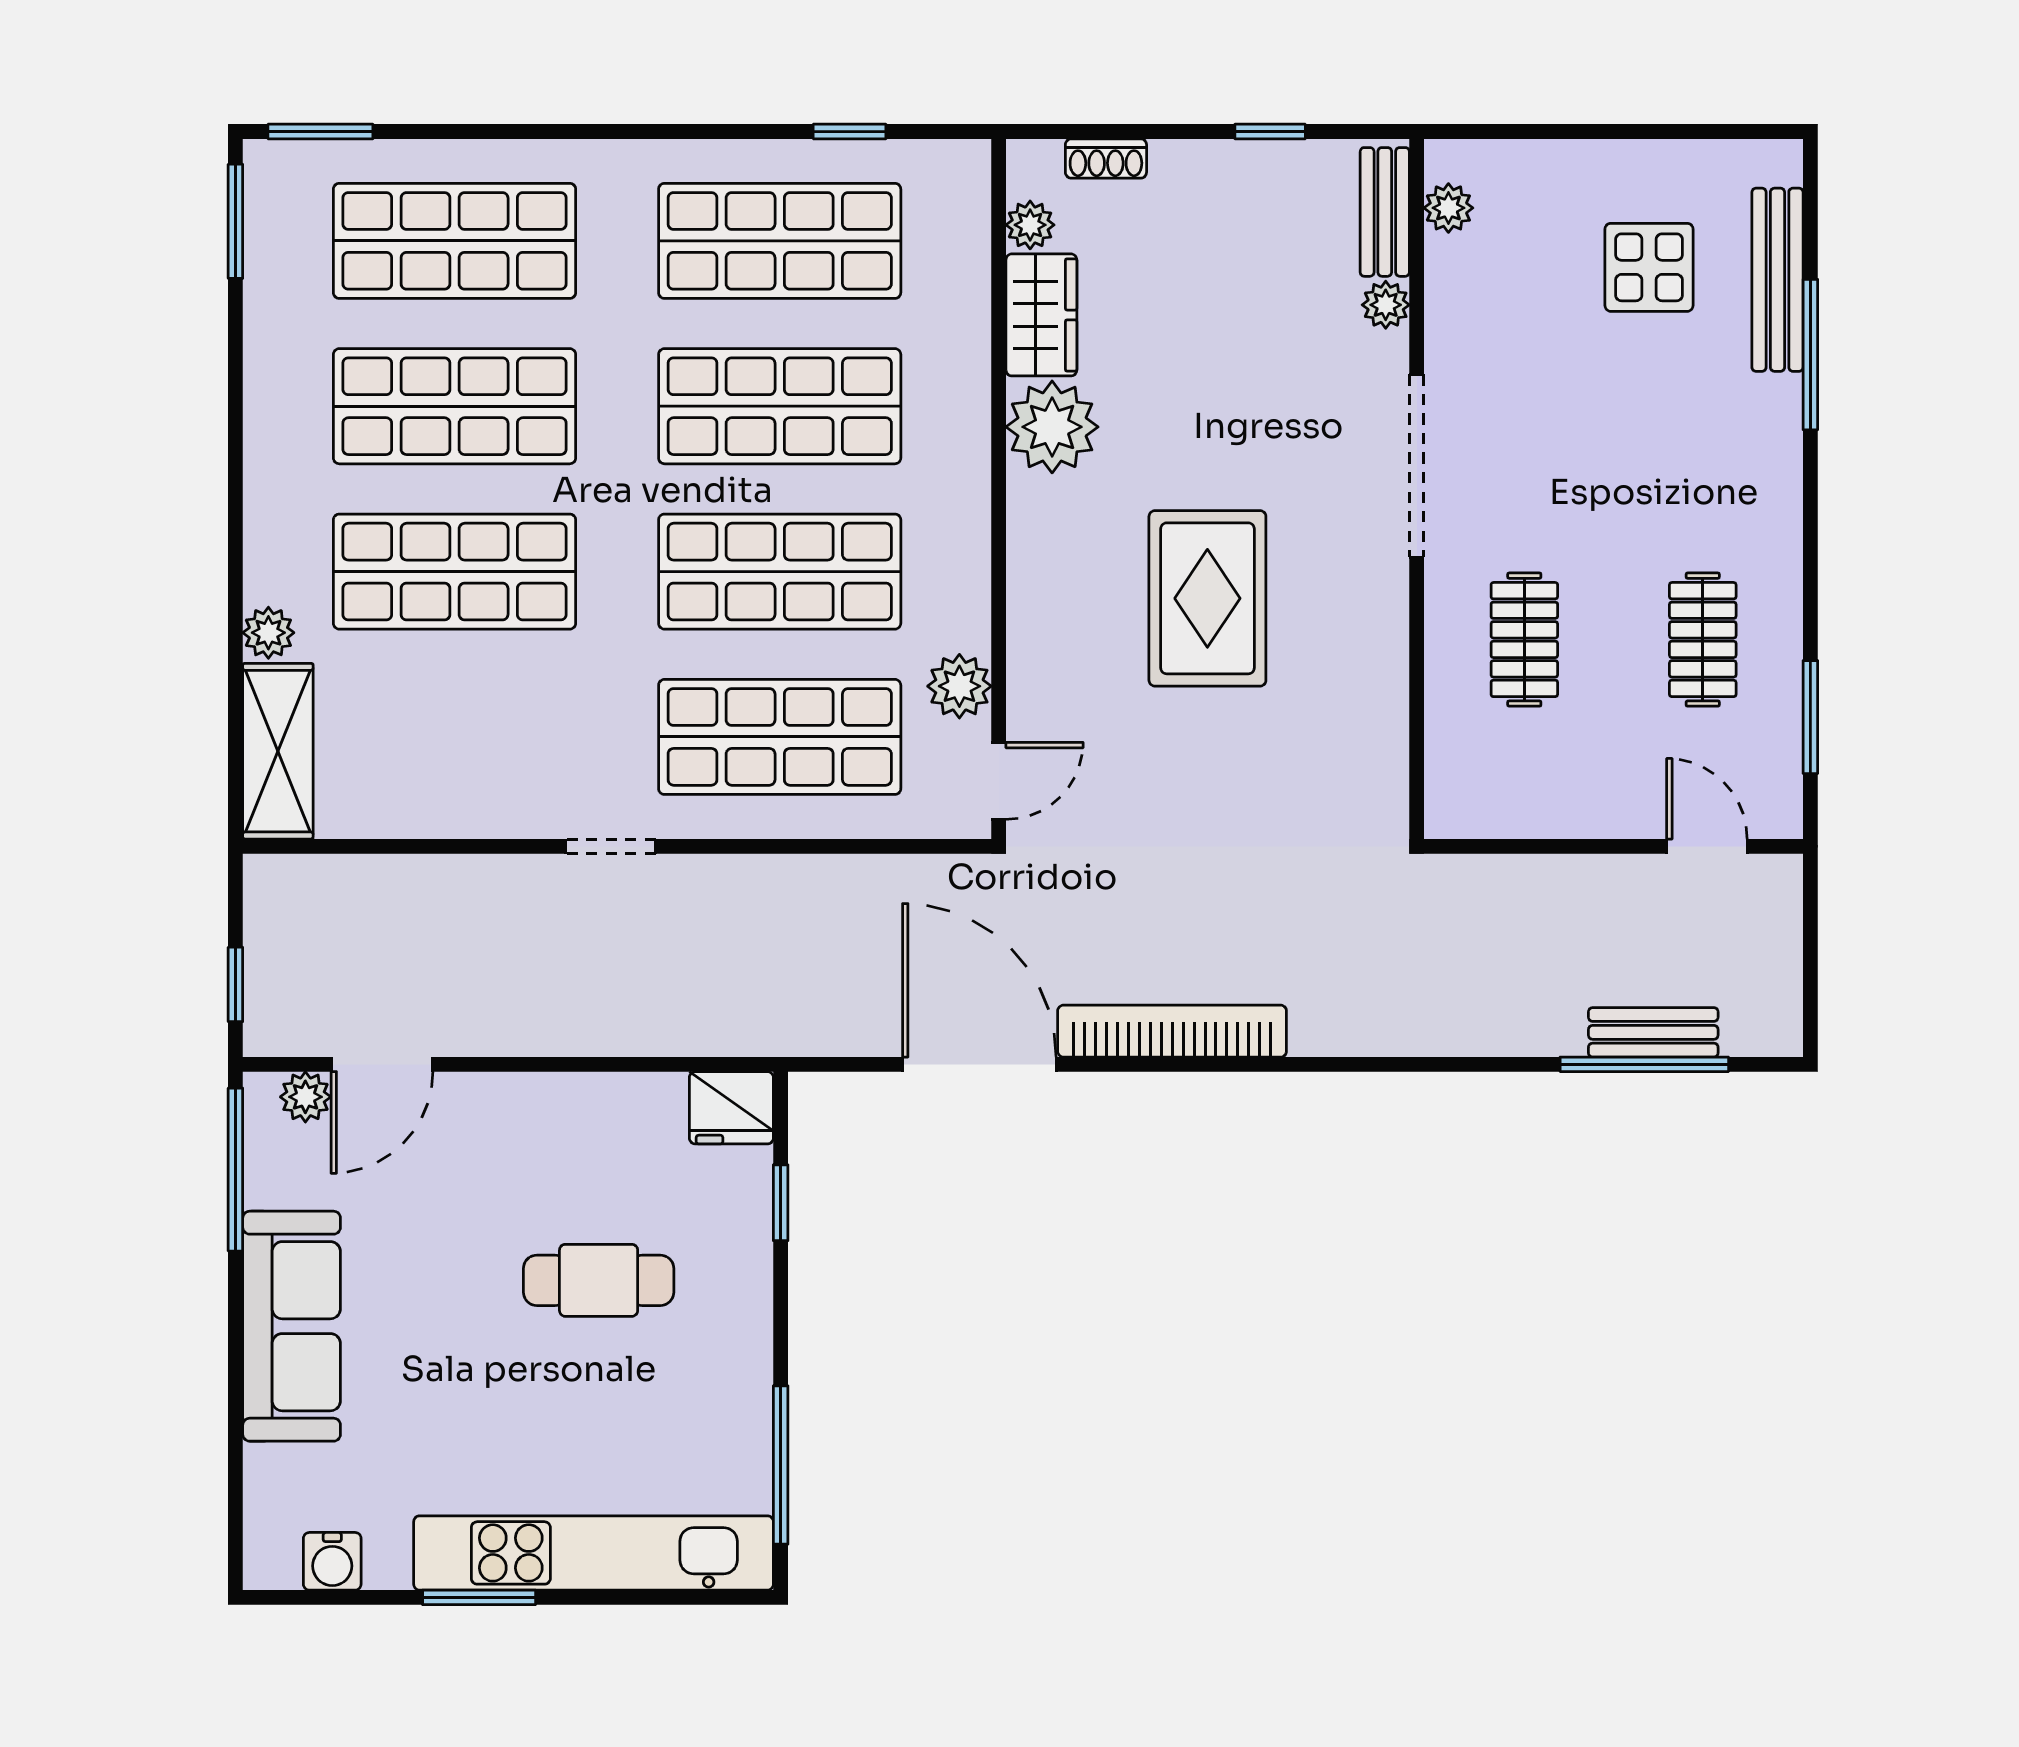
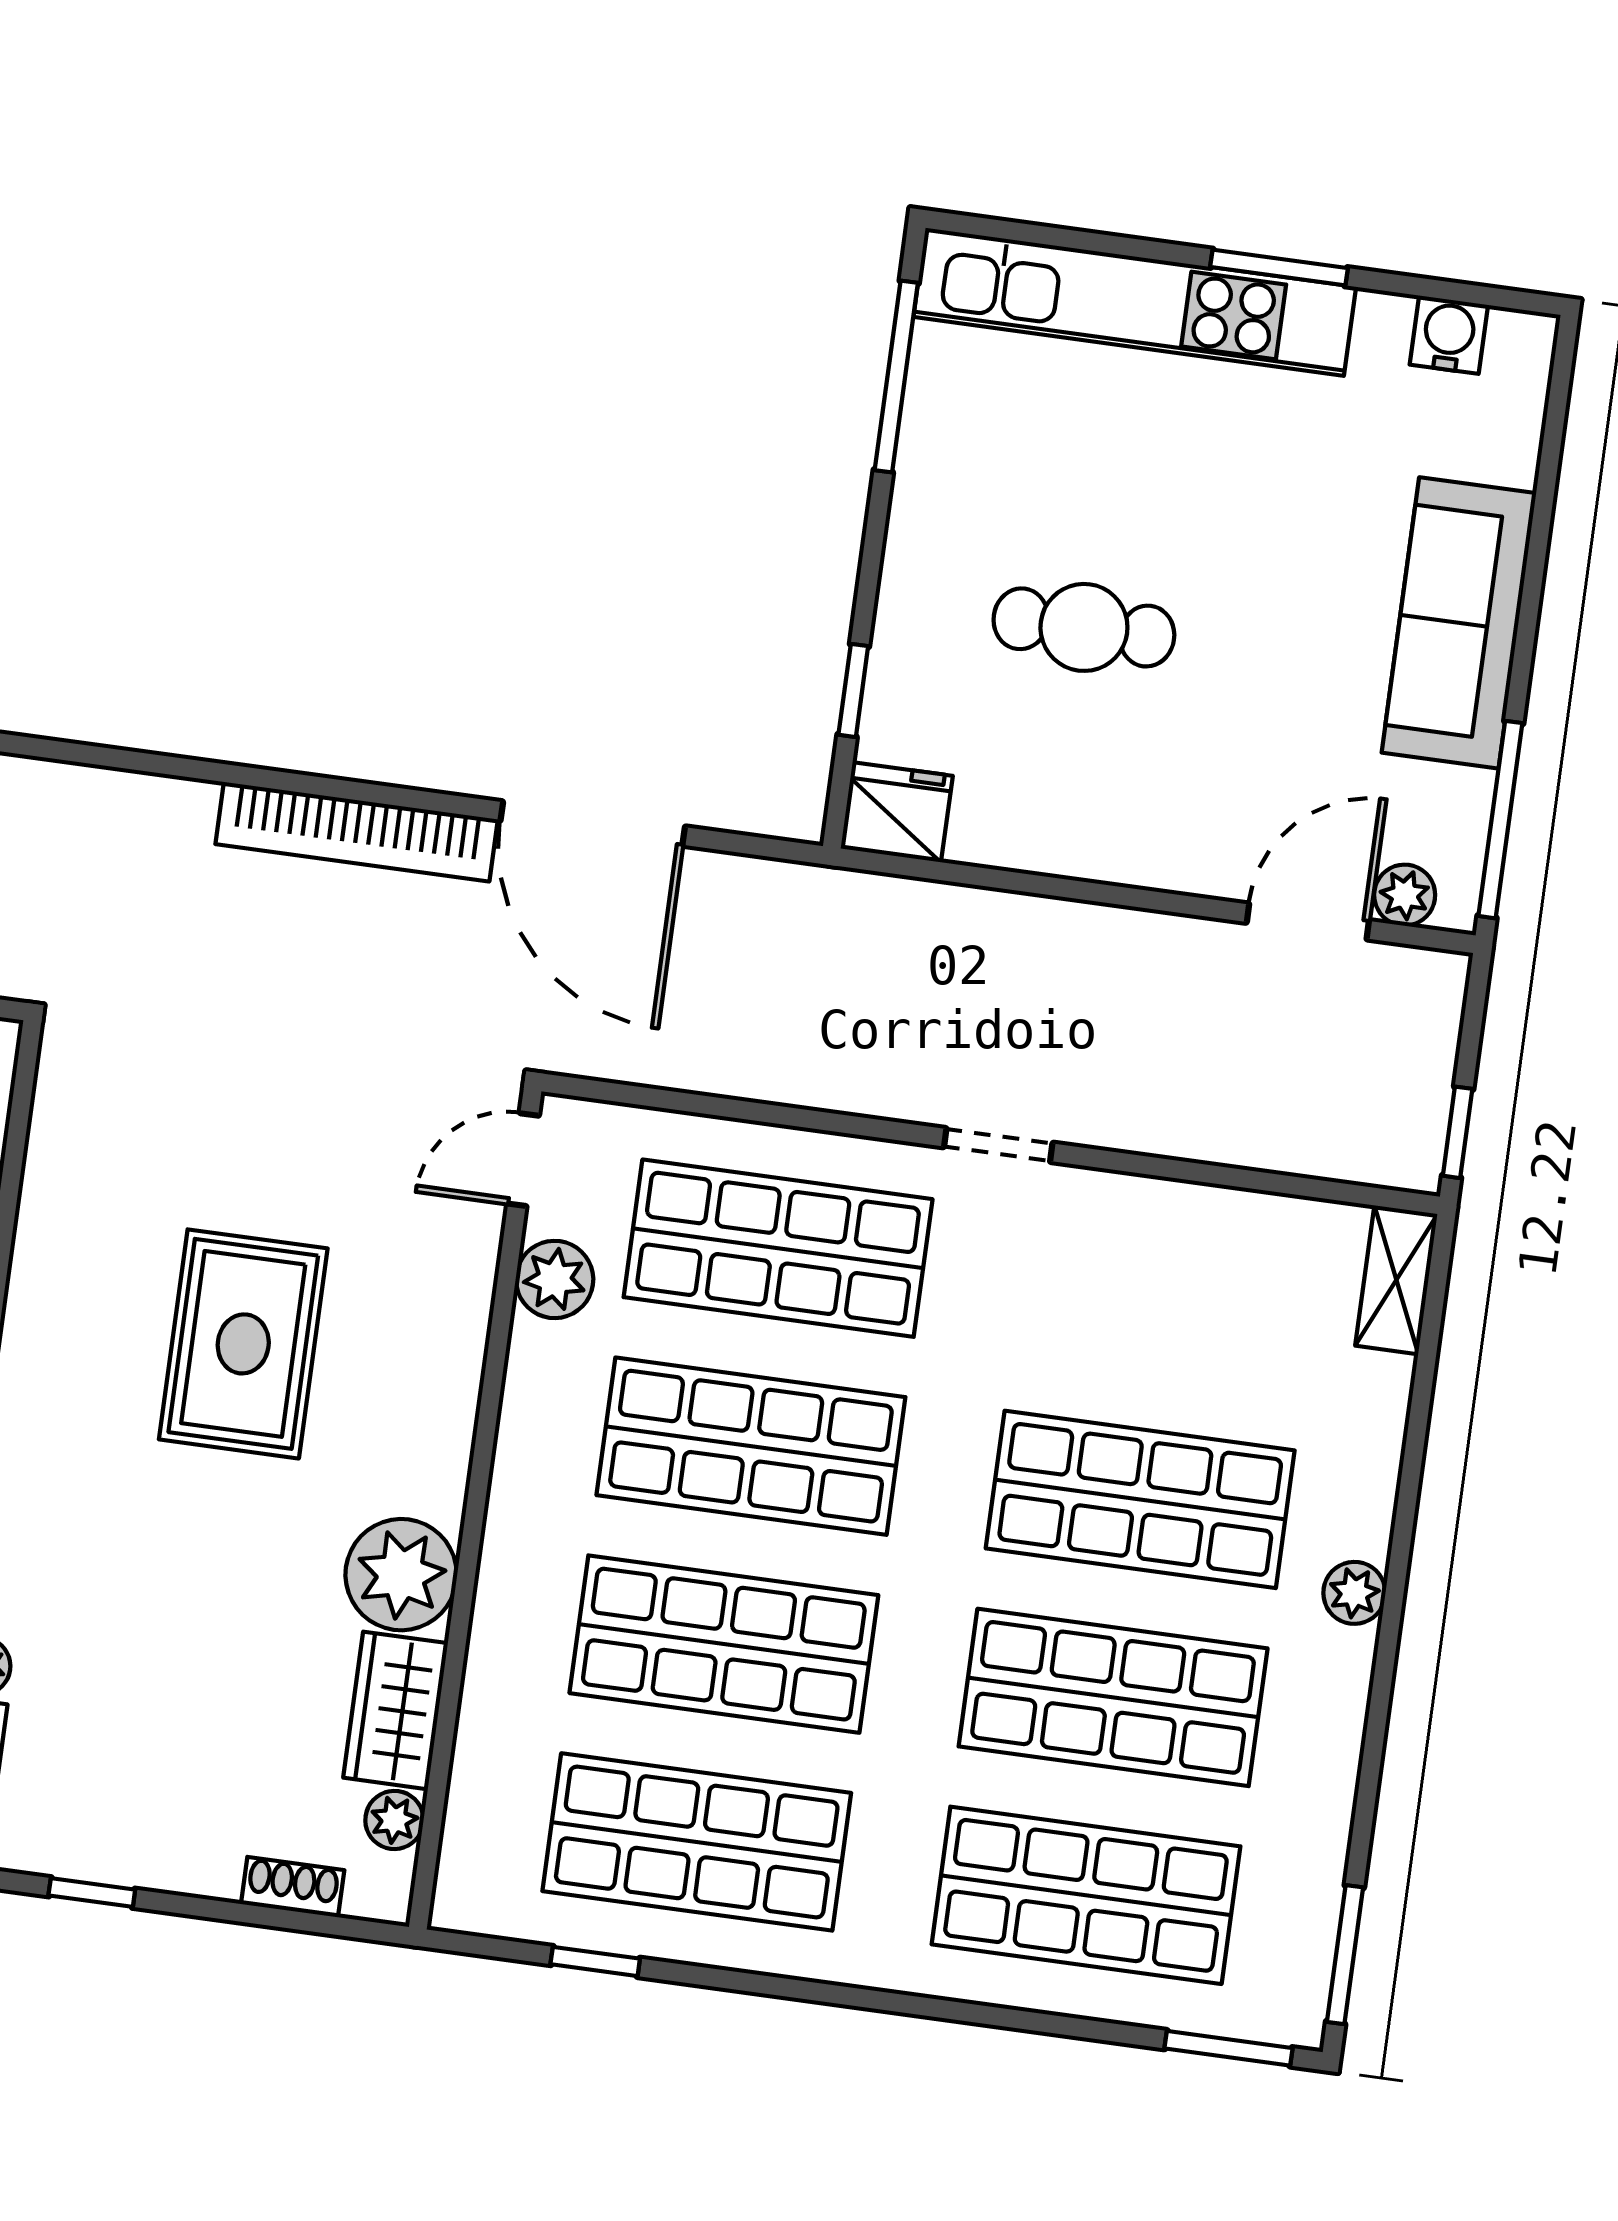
plant: (268, 633) -> (1354, 1593), moved
shelving: (278, 751) -> (1396, 1280), width x0.67, depth x0.75
window: (235, 984) -> (1458, 1132), moved

